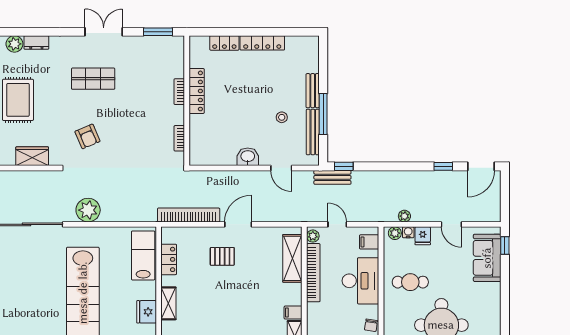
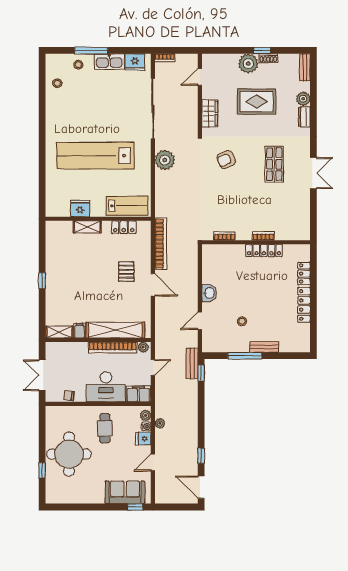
window: (158, 32) -> (313, 218), removed
bench: (313, 132) -> (230, 347), removed
filing cabinet: (369, 242) -> (138, 394), width x2.00
shelving: (292, 258) -> (115, 330), width x1.47

